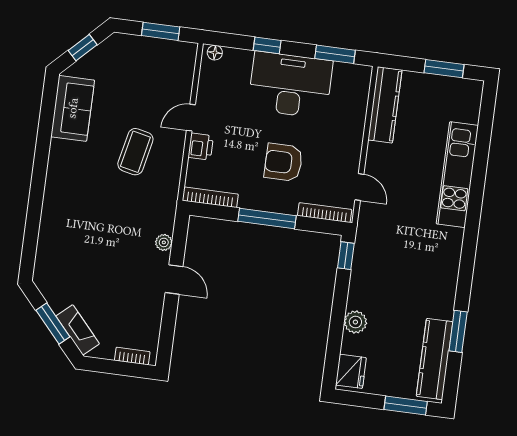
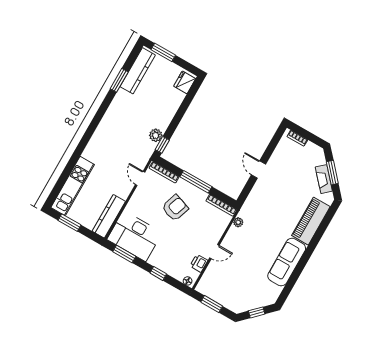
desk: (290, 85) -> (135, 236), moved
sofa: (73, 108) -> (287, 262), moved, width x1.36
printer: (201, 147) -> (199, 263), moved
coffee table: (135, 152) -> (251, 246), removed
armchair: (283, 162) -> (175, 208), turned -71
kitchen unit: (457, 175) -> (73, 186), moved
piano: (55, 231) -> (311, 221), added
plant: (164, 242) -> (238, 222), moved
plant: (355, 322) -> (156, 135), moved
fireplace: (78, 330) -> (324, 179), moved

